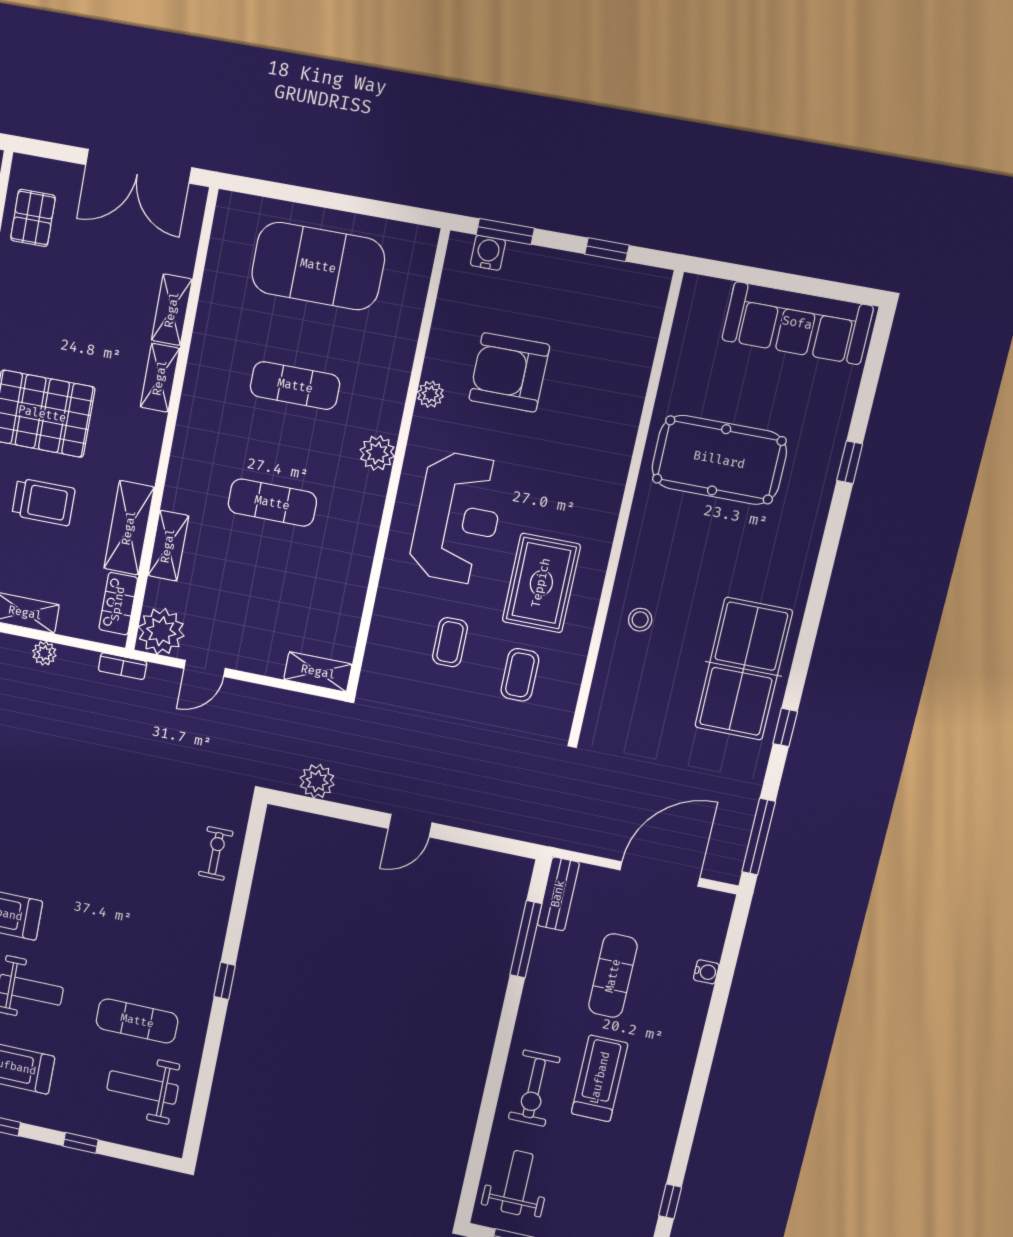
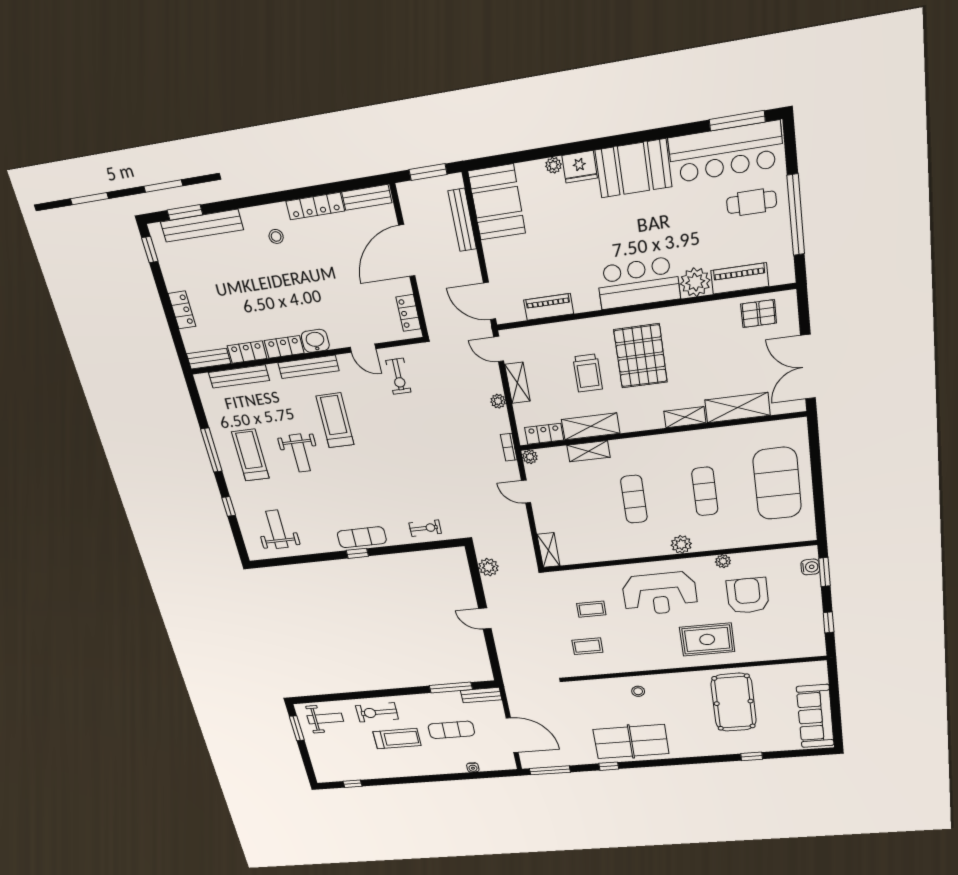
shelving: (172, 310) -> (737, 408), width x1.50, depth x1.33
rug: (541, 583) -> (707, 639), moved
plant: (161, 631) -> (530, 457), width x0.53, depth x0.53
exercise mat: (137, 1021) -> (362, 537), moved, turned 90

